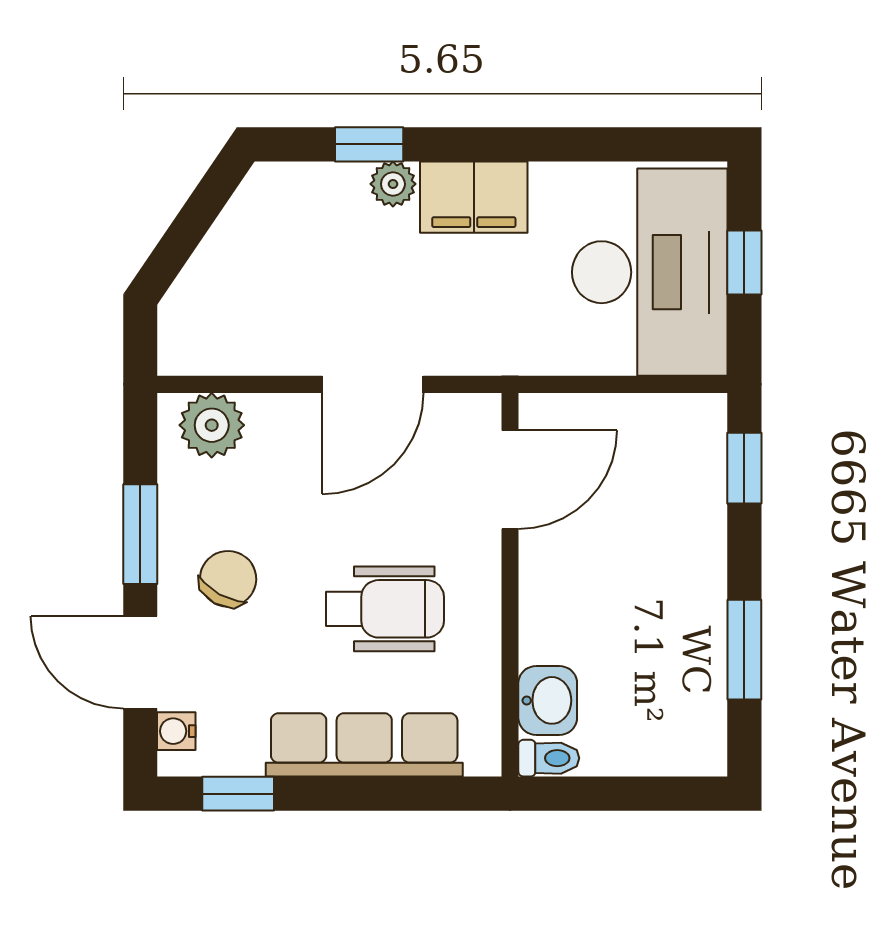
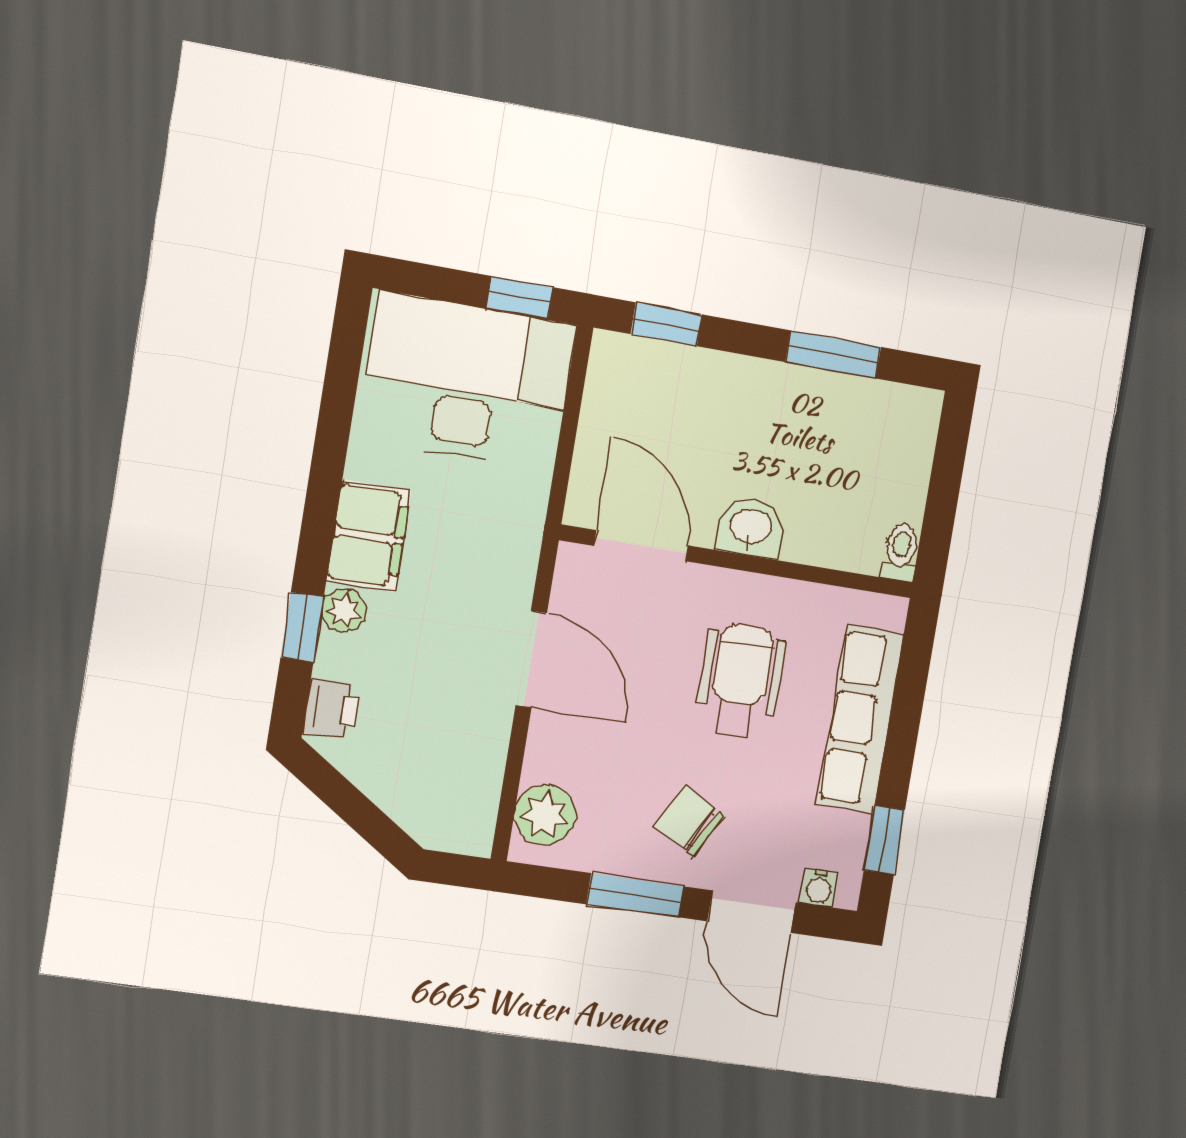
printer: (290, 188) -> (332, 709), added
window: (744, 263) -> (520, 298), moved
door: (140, 662) -> (752, 912), hinge flipped
washbasin: (548, 700) -> (750, 528), moved

